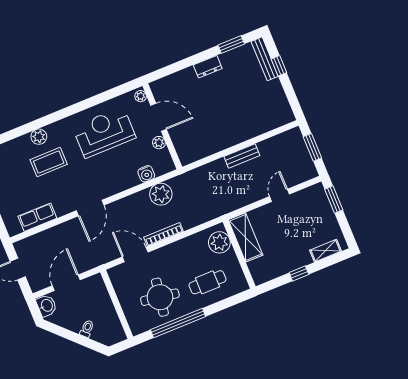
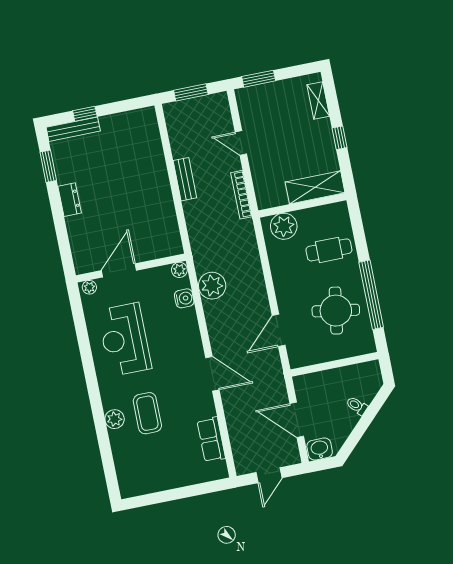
plant: (159, 143) -> (179, 270), moved
bookcase: (163, 234) -> (241, 195), moved
shelving: (245, 237) -> (315, 187), moved
cafe table: (207, 282) -> (329, 250), turned 90

